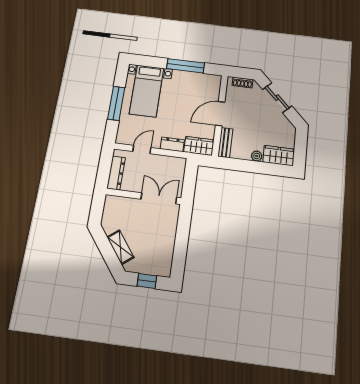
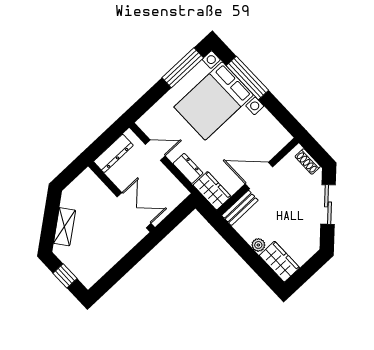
window: (186, 66) -> (247, 78), moved
bed with nightstands: (147, 91) -> (214, 101), width x1.36
window: (116, 103) -> (183, 68), moved

